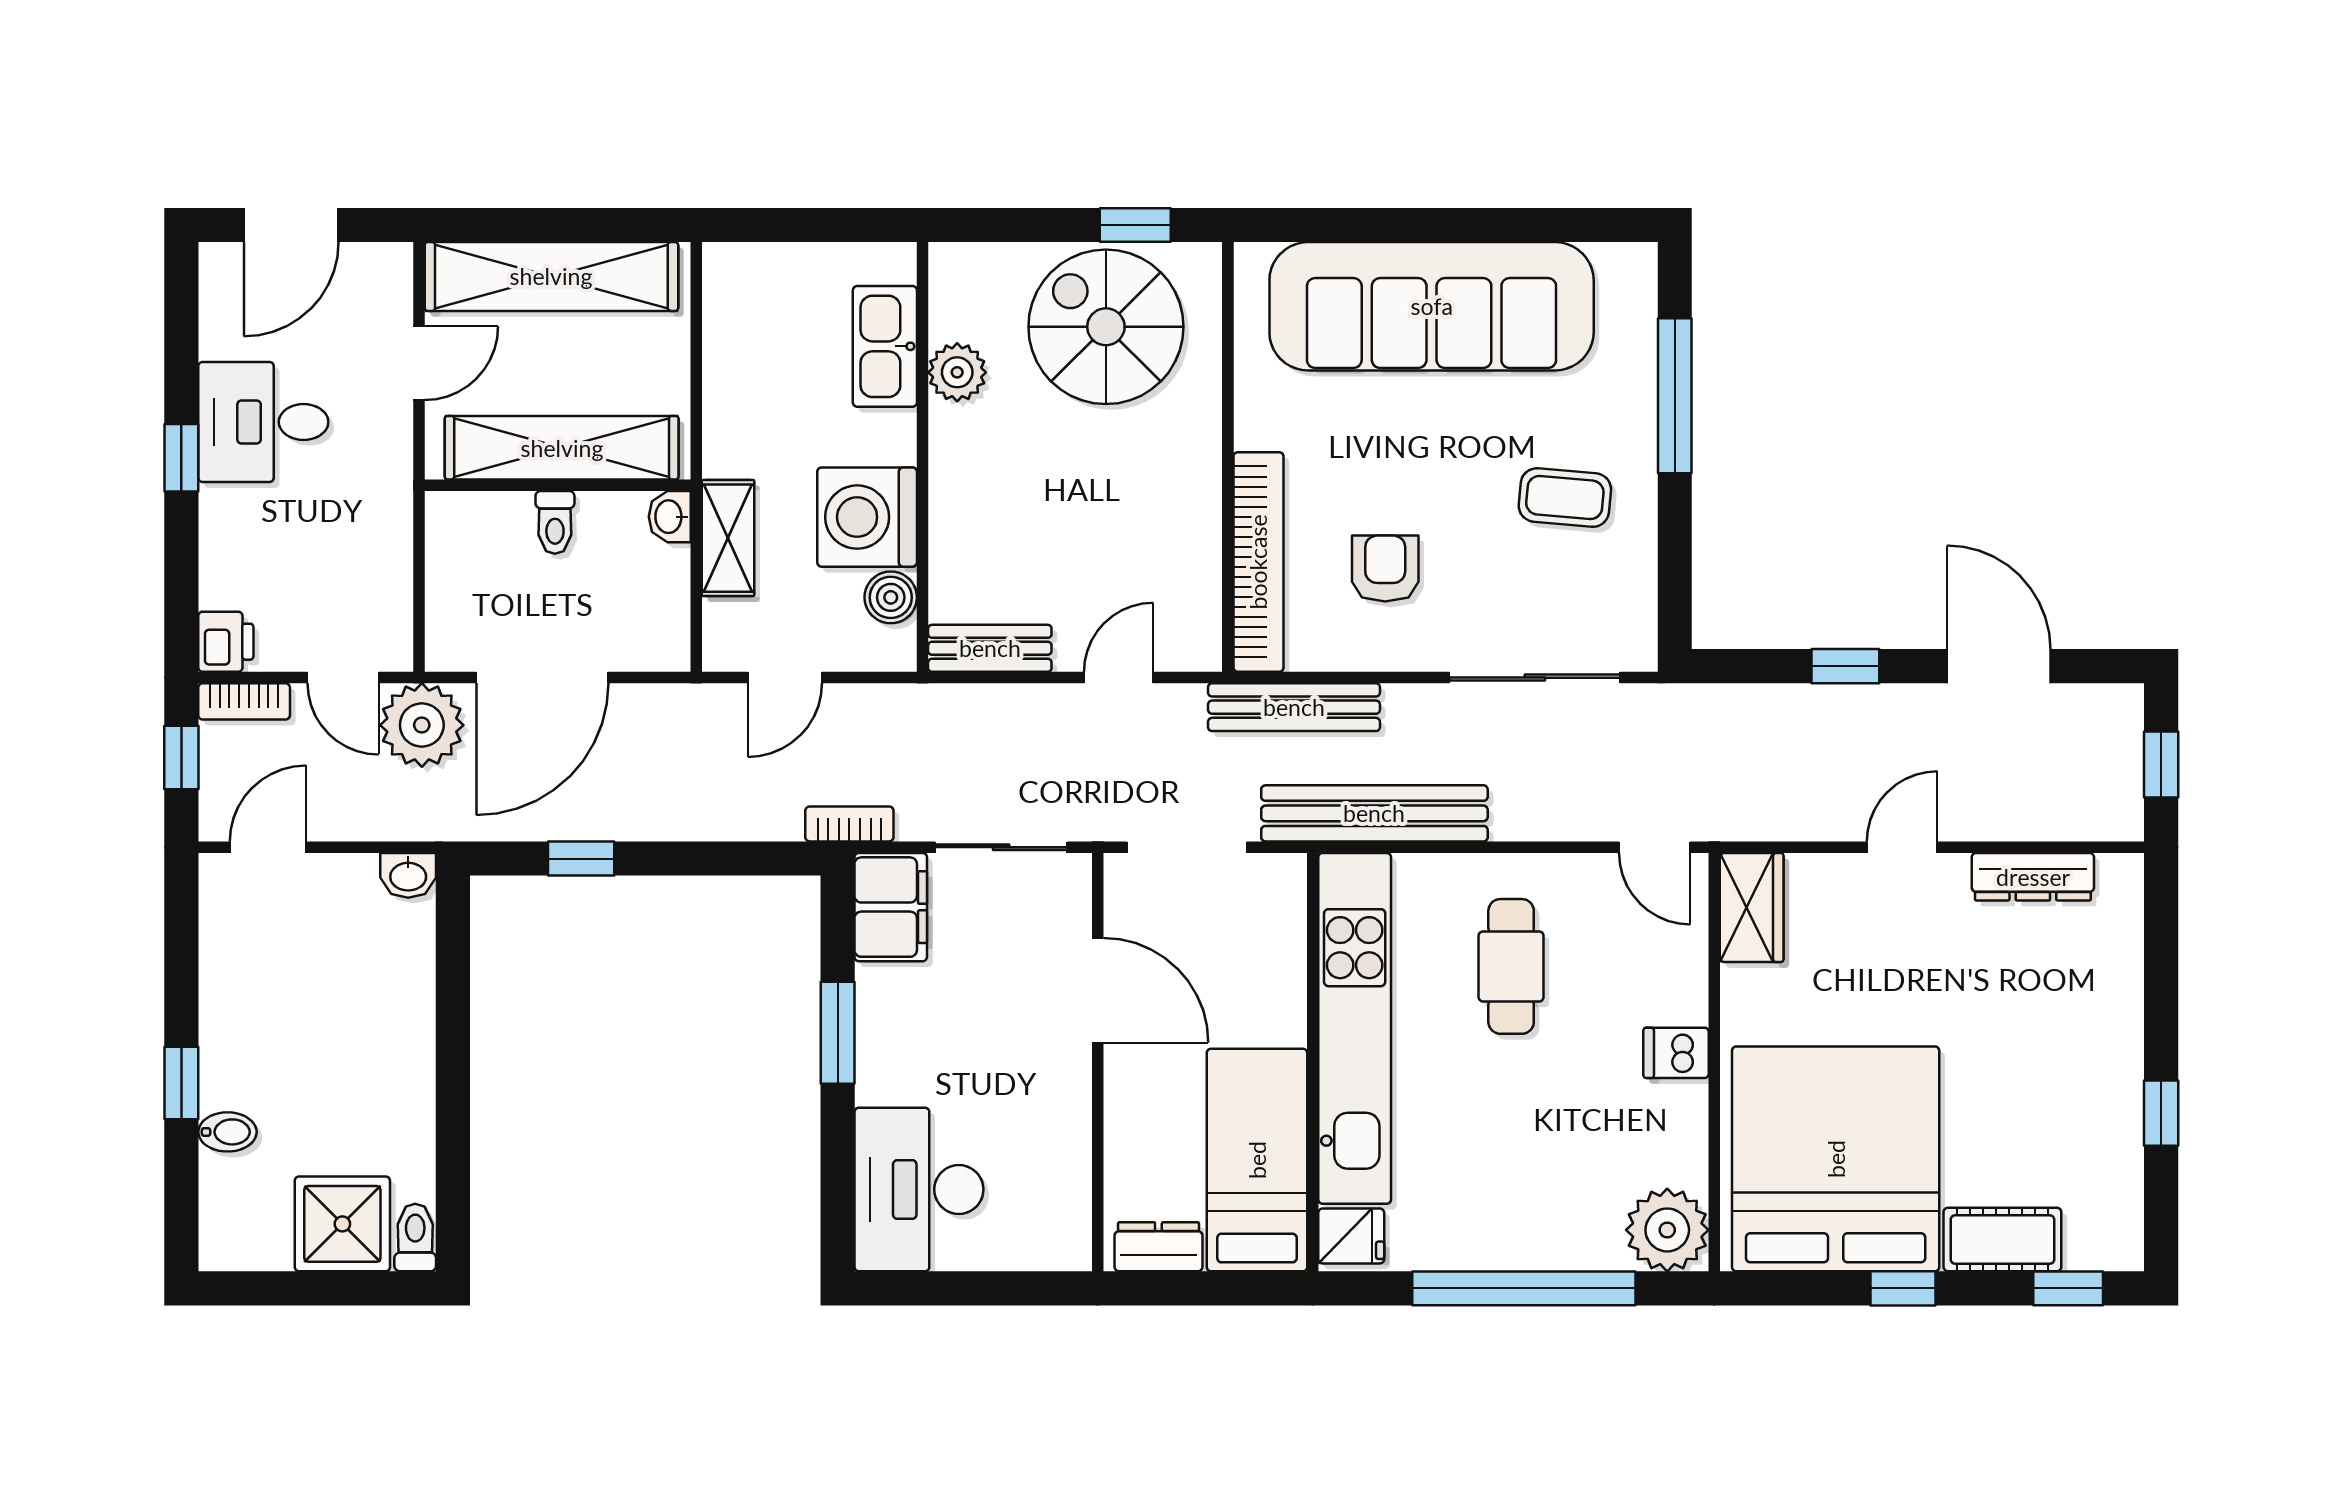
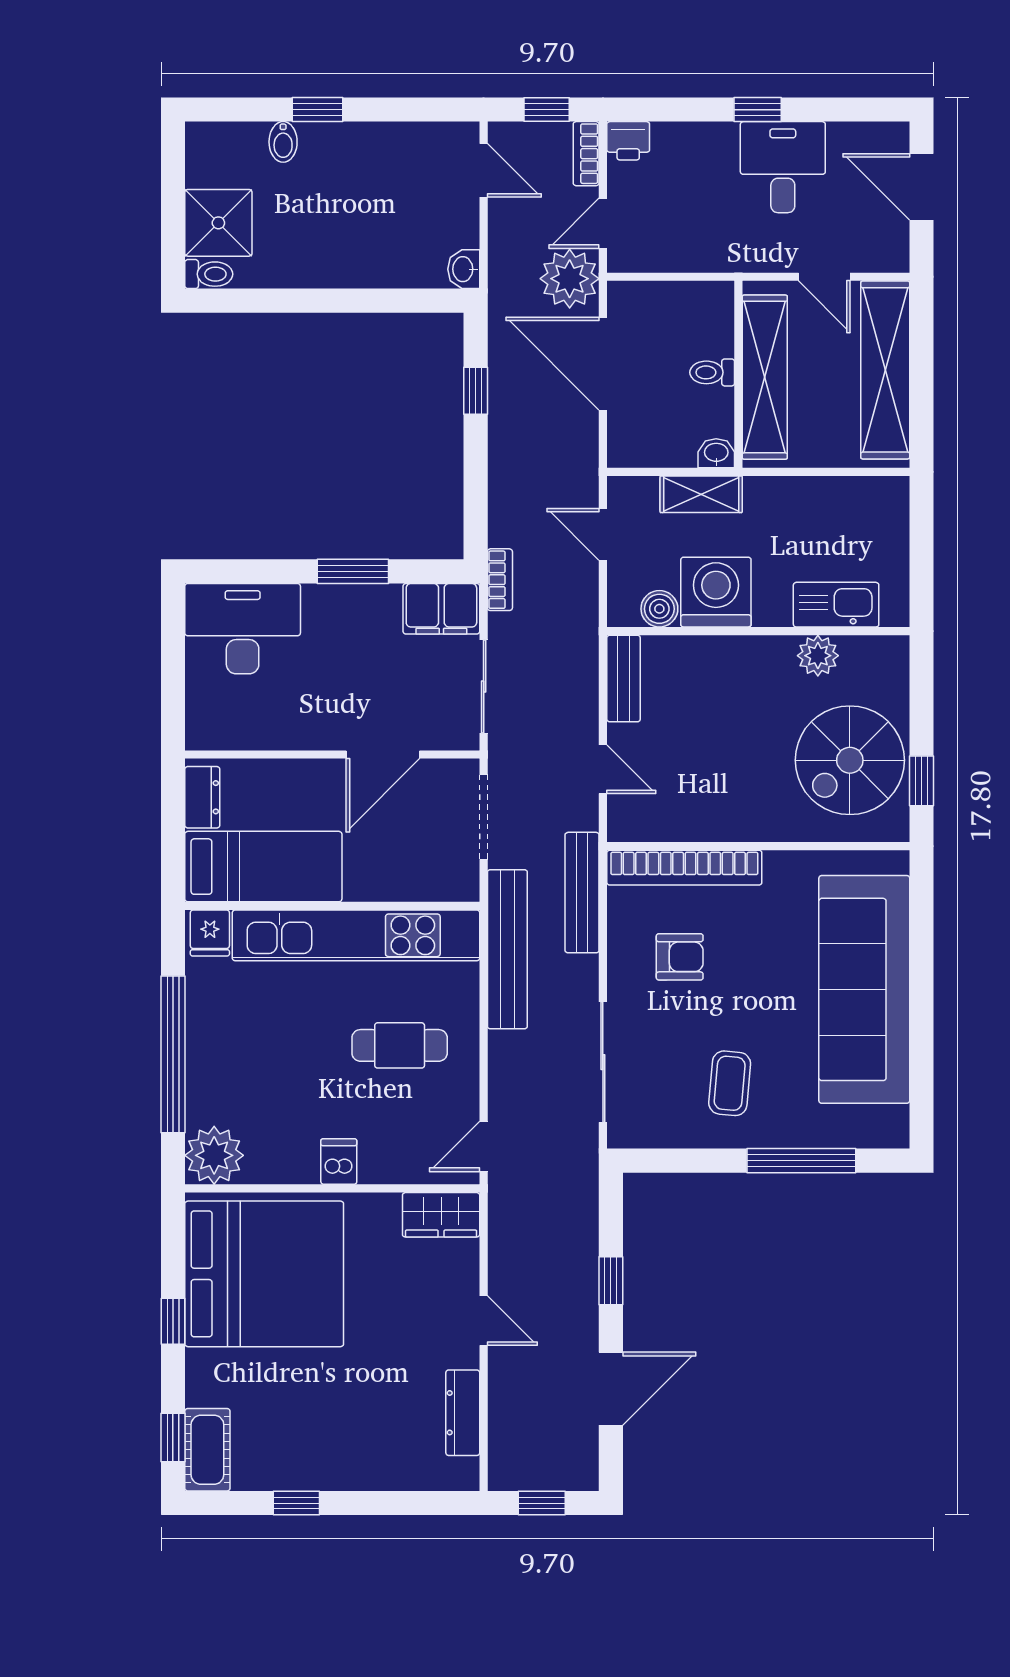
spiral stairs: (1106, 327) -> (850, 760), turned 180
cot: (2002, 1239) -> (207, 1450), moved

